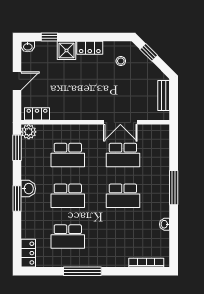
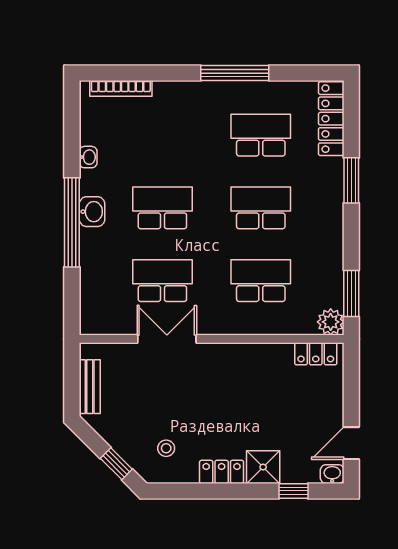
door: (17, 81) -> (351, 443), moved
window: (174, 188) -> (72, 222), width x1.46
washbasin: (28, 189) -> (92, 212), moved, turned 180
window: (17, 199) -> (351, 180), moved
locker: (28, 253) -> (331, 119), width x1.53

